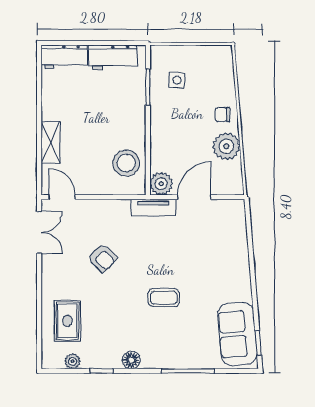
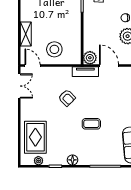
stool: (126, 163) -> (54, 49), moved
door: (194, 197) -> (109, 66), hinge flipped
armchair: (103, 258) -> (67, 98), moved
rug: (67, 321) -> (35, 137), width x1.36, depth x1.43

